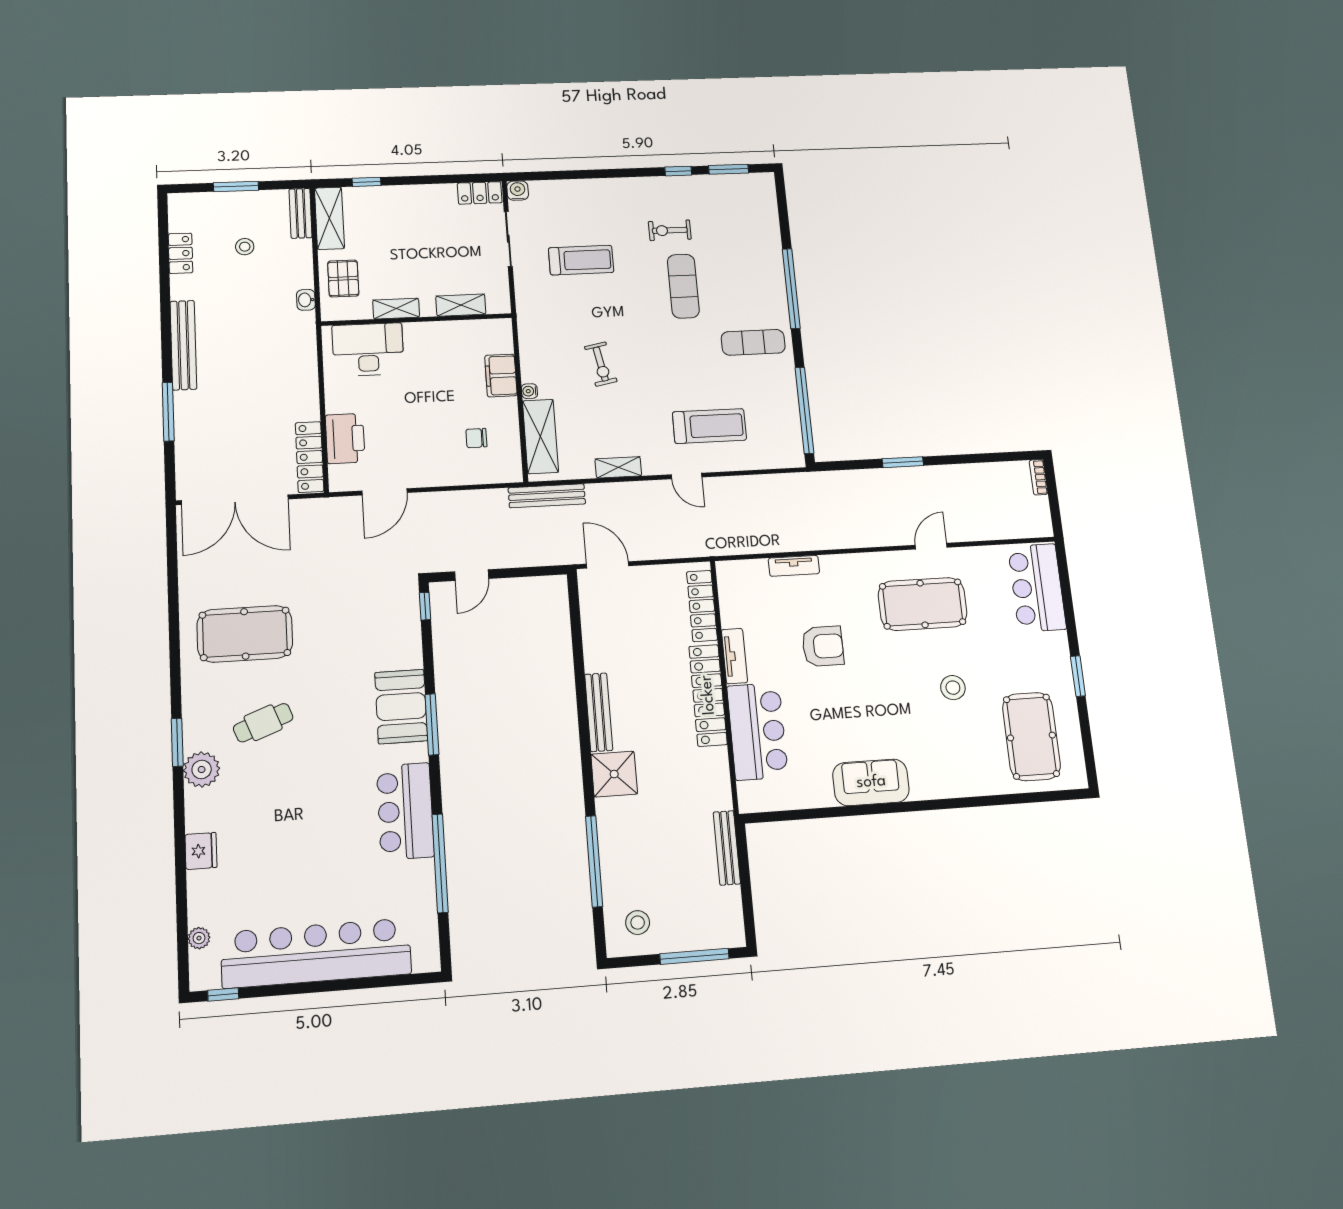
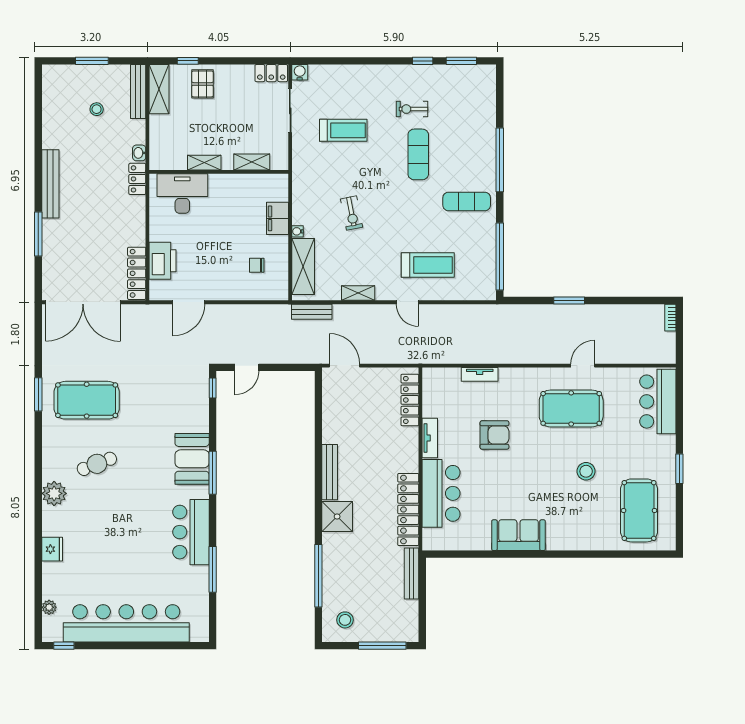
bench: (301, 213) -> (138, 92), width x1.36
locker: (181, 253) -> (137, 179), moved, turned 180
pallet: (343, 278) -> (202, 84), moved
bench: (547, 496) -> (312, 312), width x0.73
locker: (708, 695) -> (408, 510), moved
window: (177, 742) -> (38, 394), moved
window: (440, 863) -> (213, 569), width x0.68

